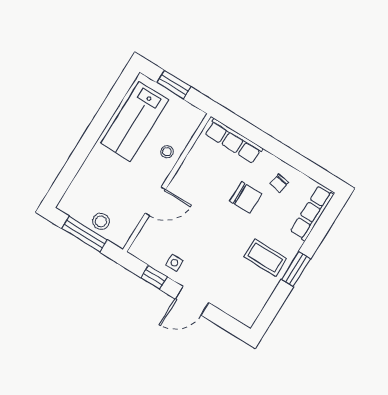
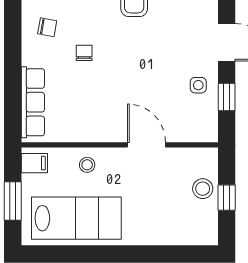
filing cabinet: (191, 116) -> (34, 163), added
chair: (246, 198) -> (84, 53), width x0.54, depth x0.54
window: (85, 234) -> (227, 198), width x0.46

